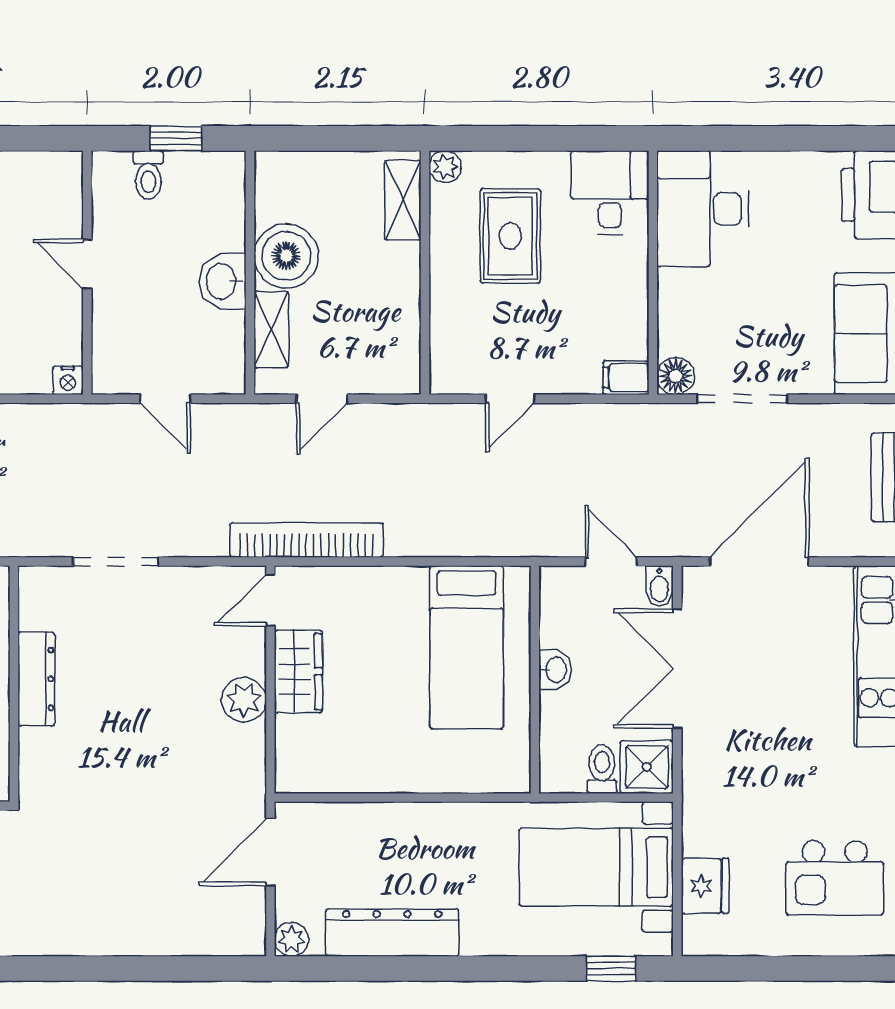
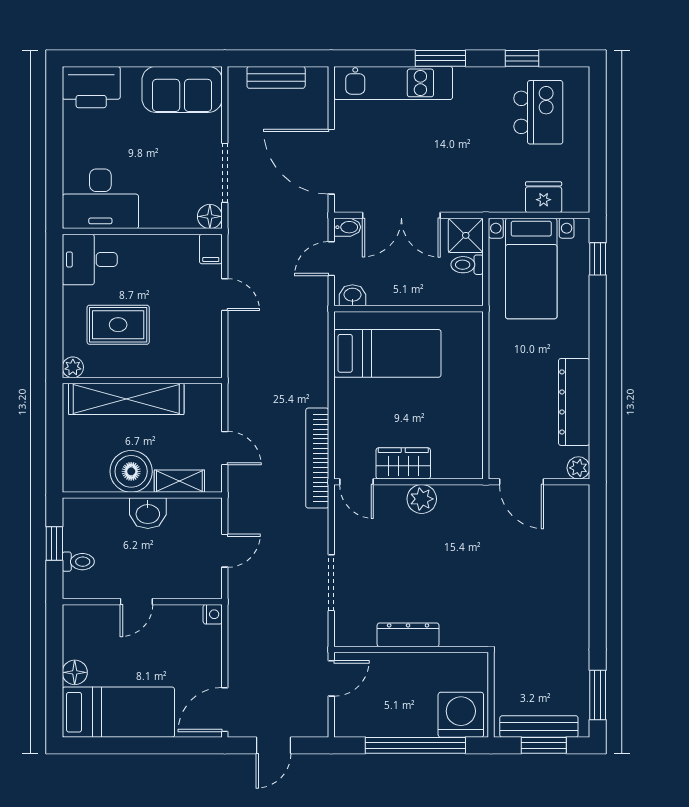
shelving: (403, 200) -> (126, 399), width x2.20, depth x1.33
door: (510, 399) -> (225, 295), moved
washbasin: (555, 670) -> (352, 295), moved

